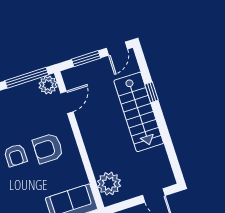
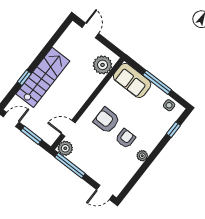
armchair: (48, 148) -> (107, 120), turned 180

